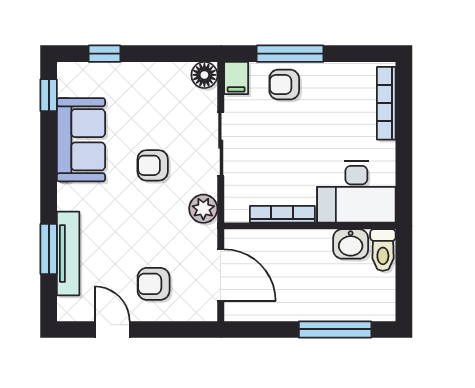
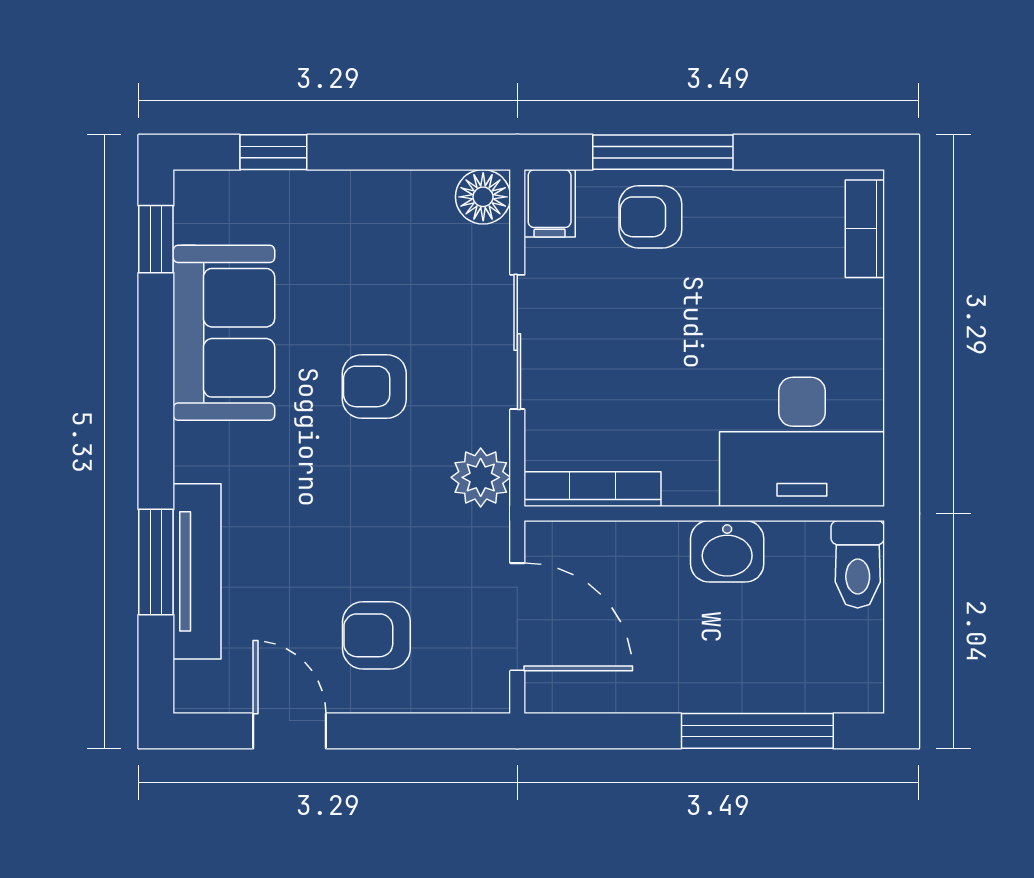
bookcase: (386, 103) -> (865, 229), width x0.64
bookcase: (282, 214) -> (593, 489), moved
washbasin: (351, 244) -> (727, 551), moved

